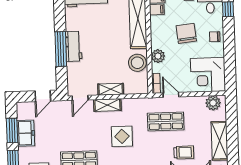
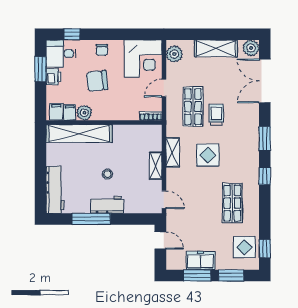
window: (61, 49) -> (91, 219), moved
plant: (158, 56) -> (84, 113), moved
stool: (137, 63) -> (107, 174), moved, width x0.53, depth x0.53
door: (171, 95) -> (164, 88), moved
shelving: (107, 105) -> (173, 152), moved
trolley: (184, 152) -> (216, 115), moved

